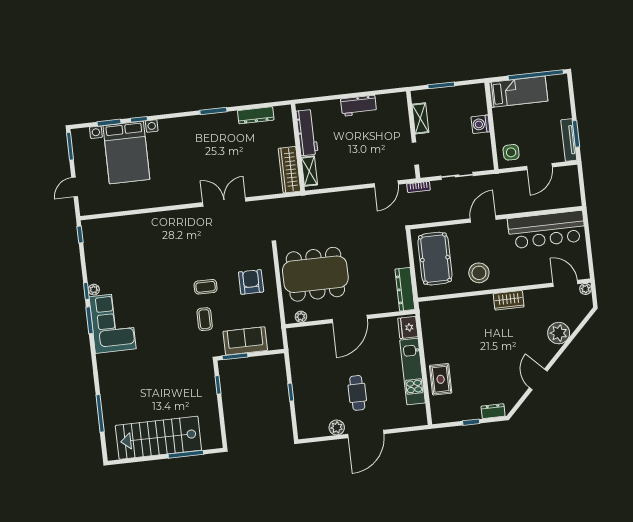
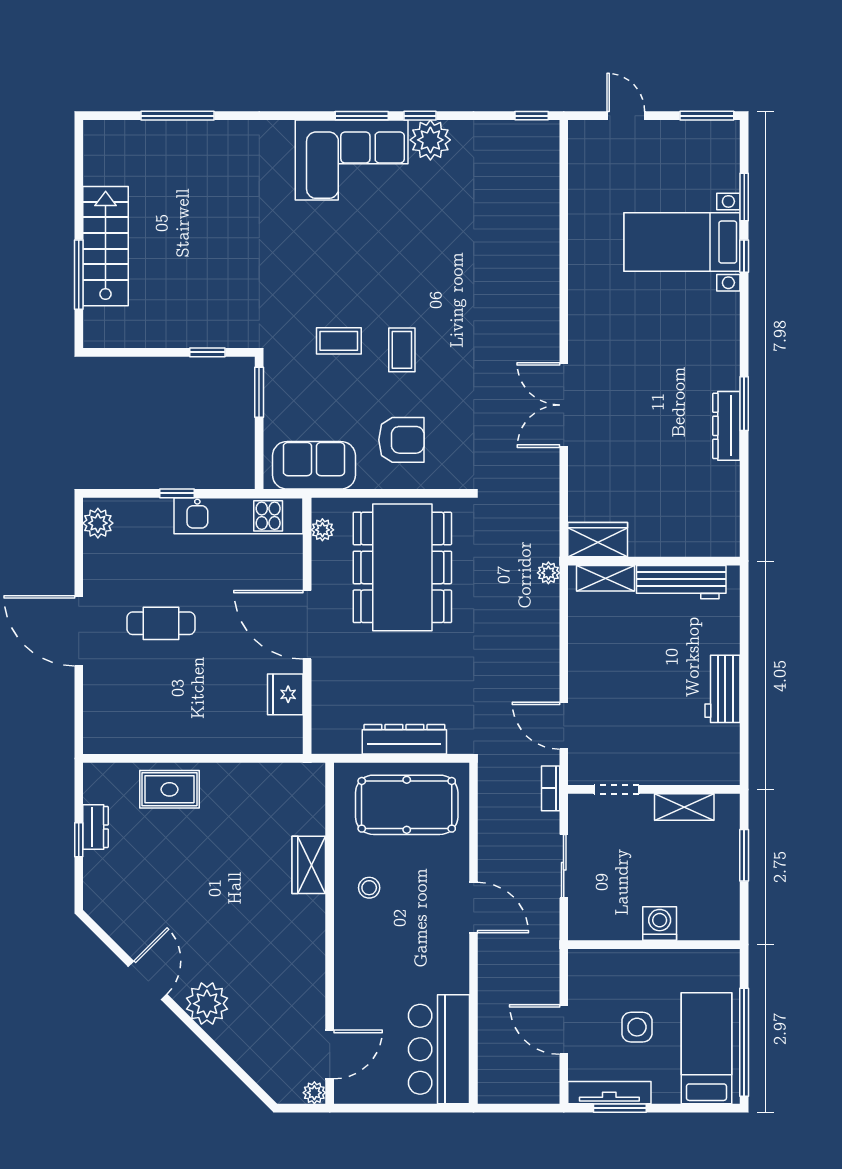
bed: (518, 92) -> (706, 1048), moved, turned 180
dresser: (256, 115) -> (726, 426), moved
bed with nightstands: (126, 152) -> (682, 242), width x0.73
side table: (511, 152) -> (637, 1027), moved
wardrobe: (289, 170) -> (598, 540), width x0.67
plant: (310, 200) -> (548, 573), added
double door: (224, 202) -> (564, 405), swing flipped
bar counter: (547, 230) -> (439, 1049), width x0.73
stool: (479, 273) -> (369, 888), width x0.53, depth x0.53
dresser: (405, 289) -> (404, 739), moved
plant: (94, 290) -> (430, 140), width x1.87, depth x1.87
wardrobe: (509, 300) -> (309, 865), moved
fridge: (408, 327) -> (285, 694), moved, turned -90
plant: (559, 333) -> (207, 1004), moved
sofa: (245, 341) -> (314, 465), moved, turned -90
kitchen unit: (413, 371) -> (239, 516), moved, turned 180
door: (538, 379) -> (148, 980), hinge flipped
dresser: (493, 411) -> (96, 827), moved
plant: (337, 427) -> (98, 523), moved
stairs: (158, 438) -> (106, 246), width x0.73, depth x0.66

